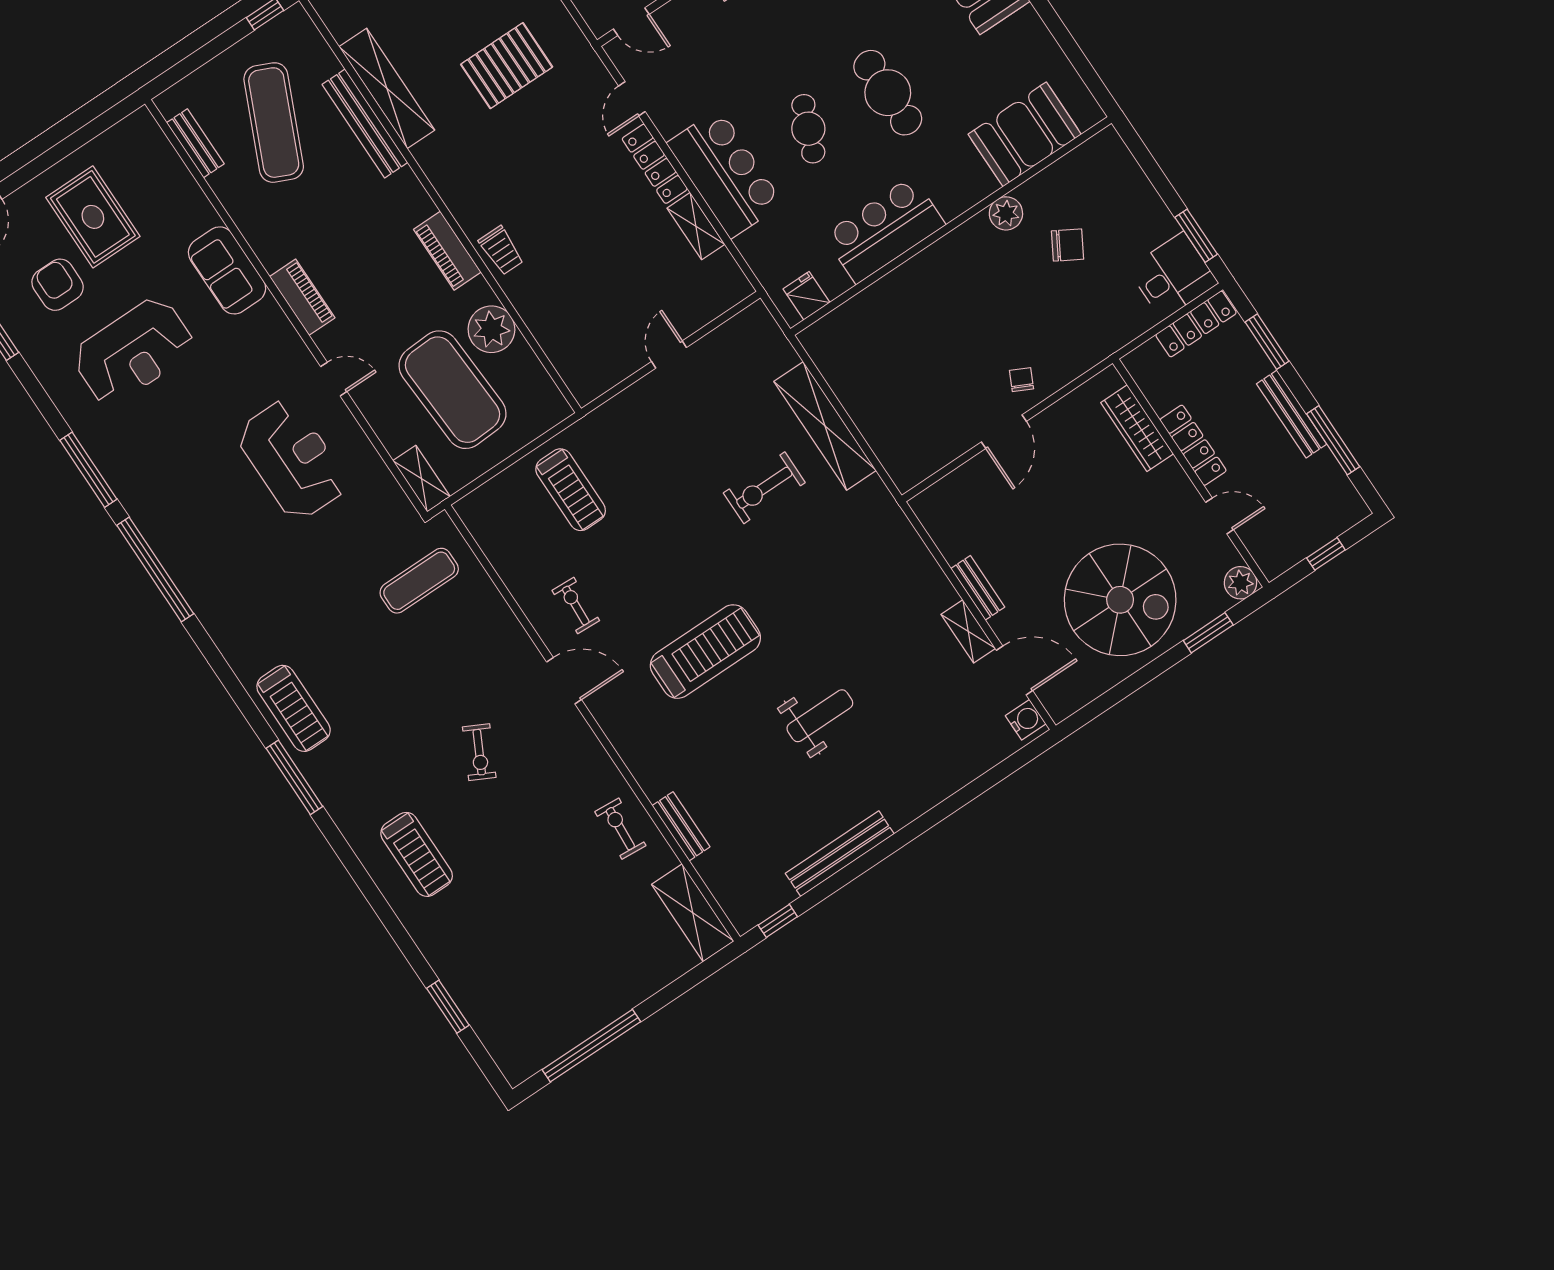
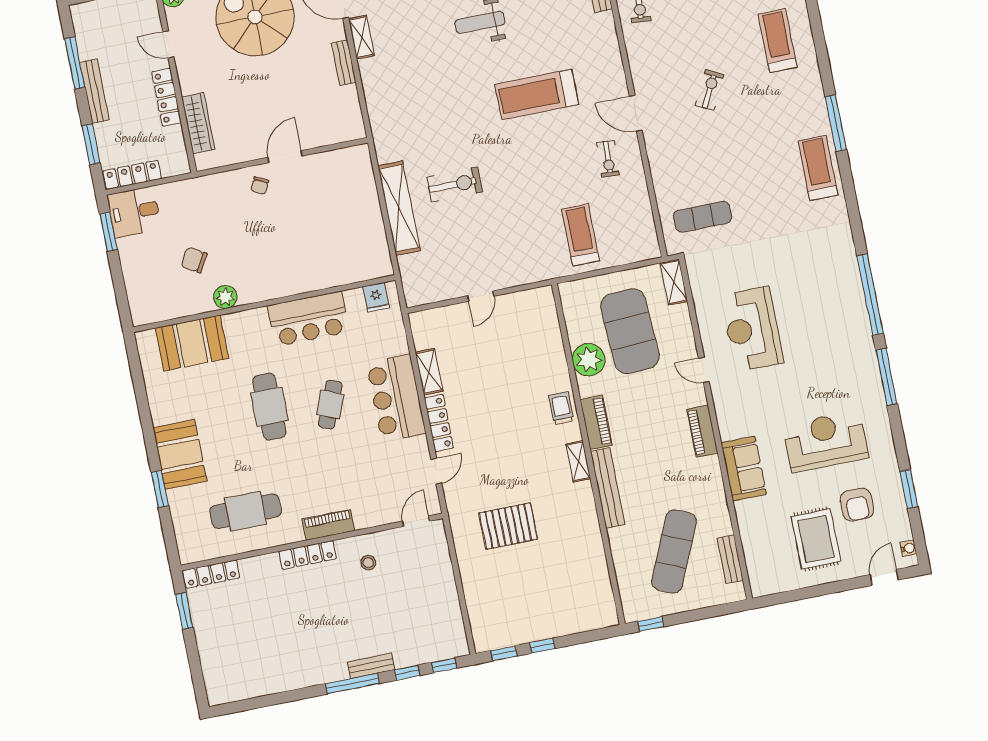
door: (631, 22) -> (416, 521), hinge flipped
shelving: (387, 88) -> (578, 461), moved, width x0.45, depth x0.75
bench: (365, 123) -> (608, 488), moved

